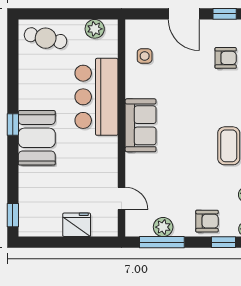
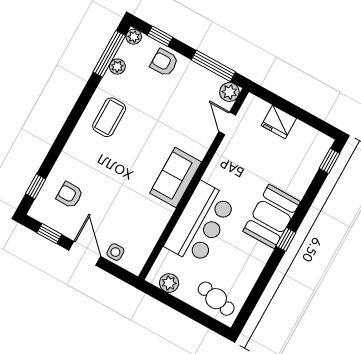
side table: (145, 56) -> (115, 252), moved
plant: (163, 227) -> (229, 92), moved

